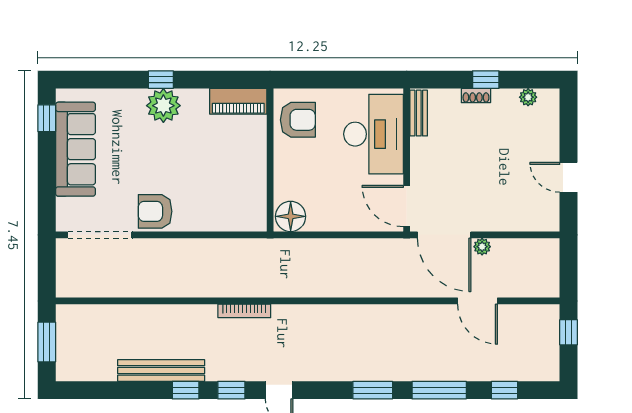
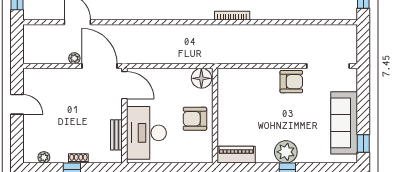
bench: (419, 113) -> (116, 135), moved
armchair: (298, 120) -> (195, 119), moved

